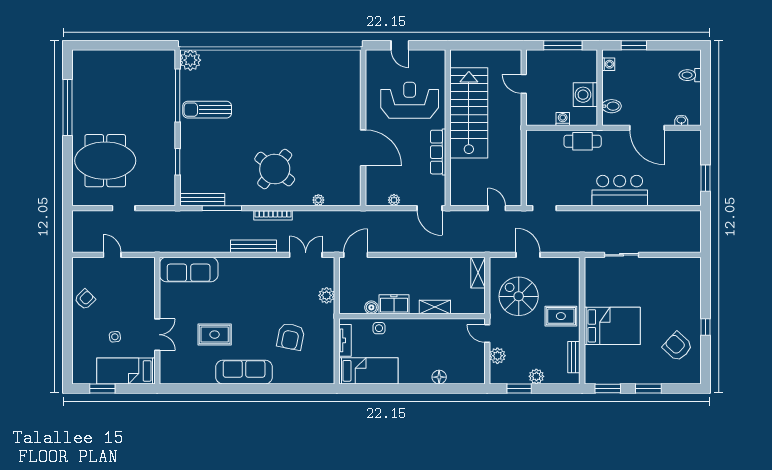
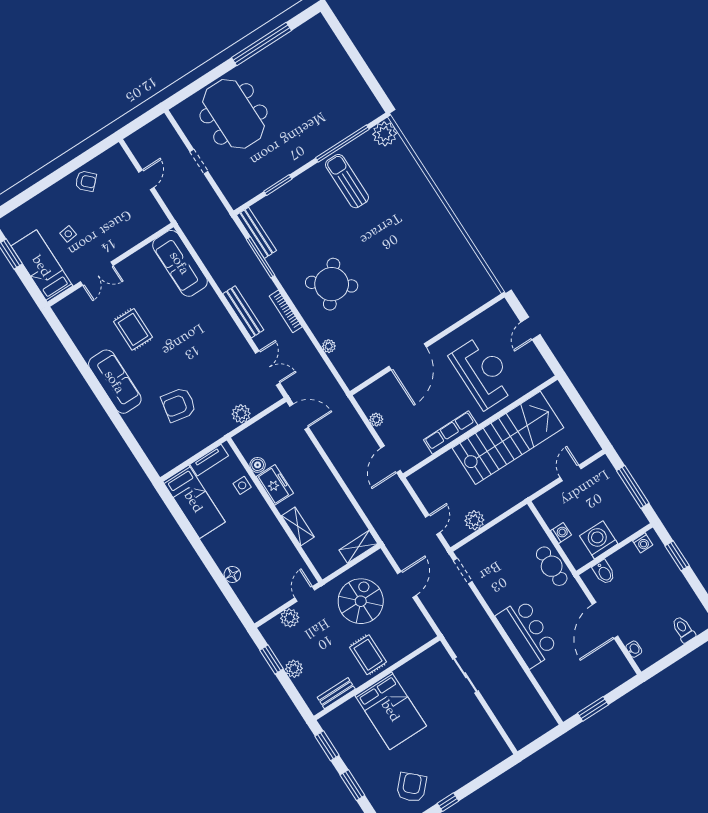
plant: (513, 176) -> (474, 520), added

